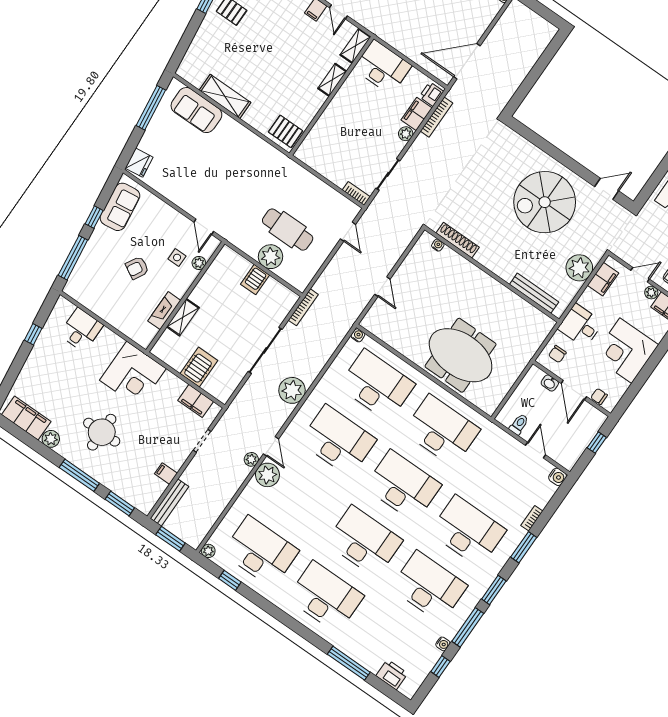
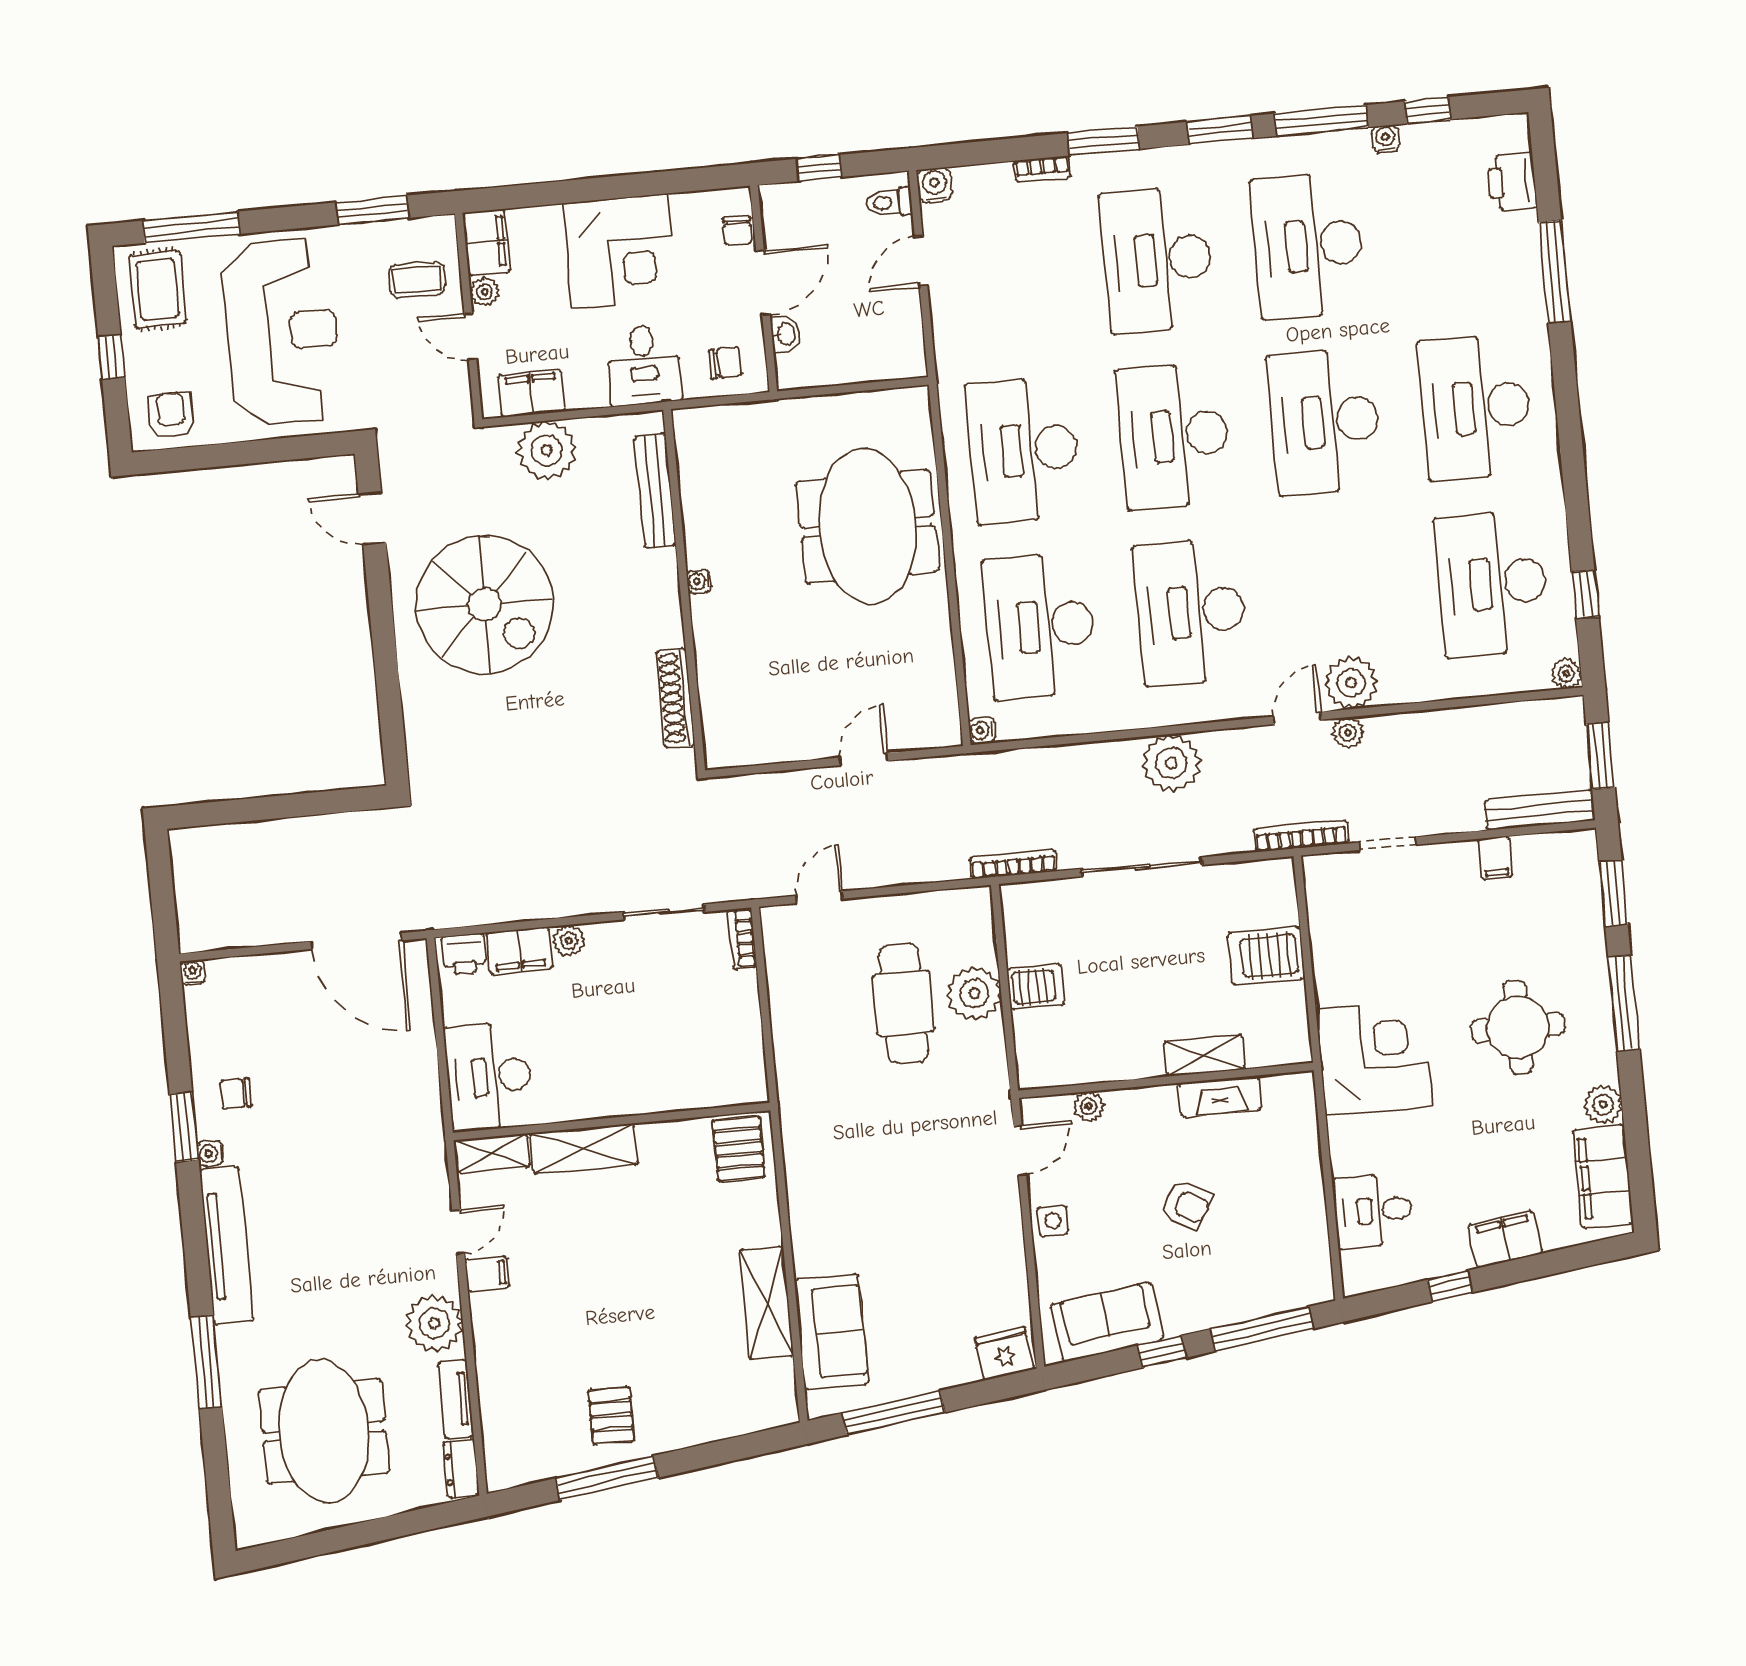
shelving: (332, 80) -> (584, 1149), width x1.50, depth x1.33
bookcase: (436, 117) -> (1301, 836), moved
water cooler: (438, 245) -> (699, 581), moved
side table: (177, 257) -> (1053, 1221), moved
filing cabinet: (196, 401) -> (1505, 1239), moved, turned -97
toilet: (519, 424) -> (889, 202), moved

